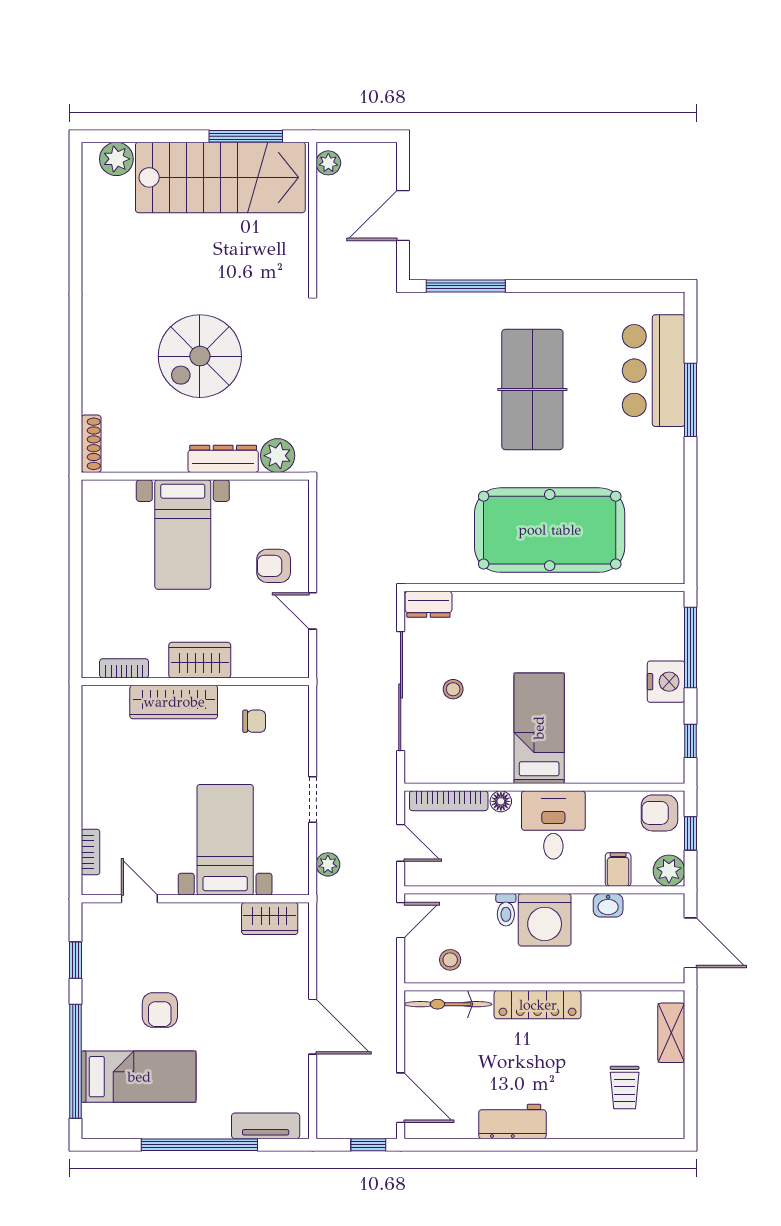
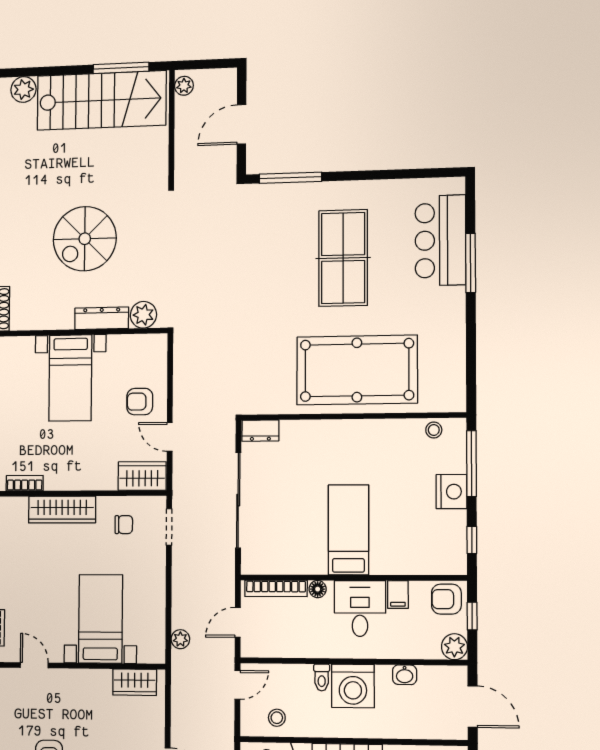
wardrobe: (200, 660) -> (142, 476), moved
stool: (453, 689) -> (434, 430), moved
doorway: (313, 800) -> (169, 527), moved
door: (401, 843) -> (238, 622), swing flipped
filing cabinet: (618, 870) -> (398, 595), moved, turned 180

